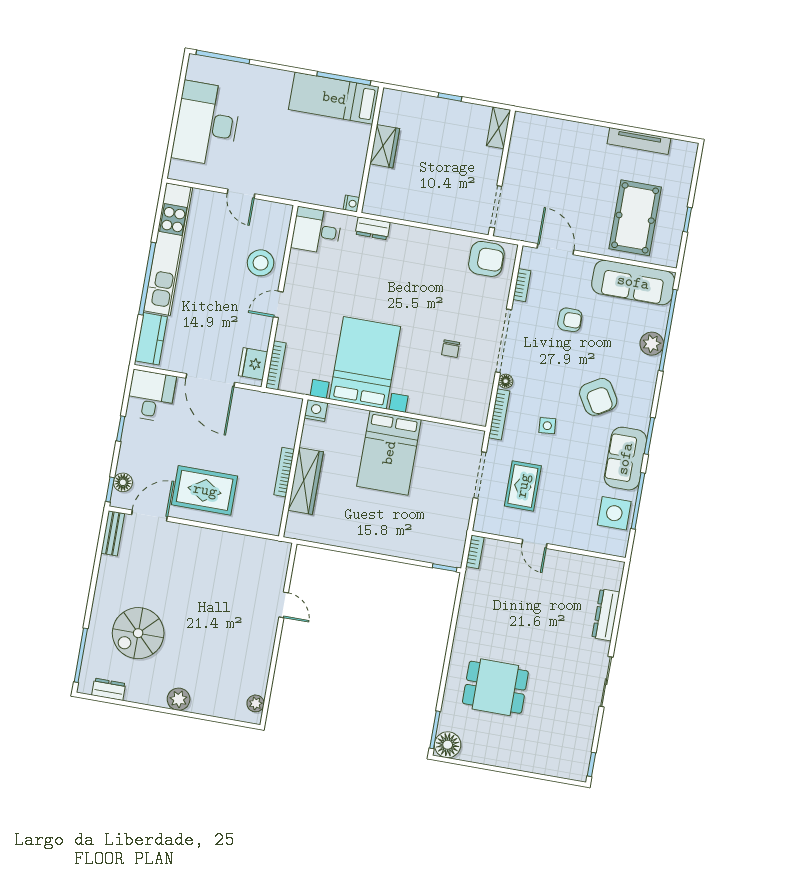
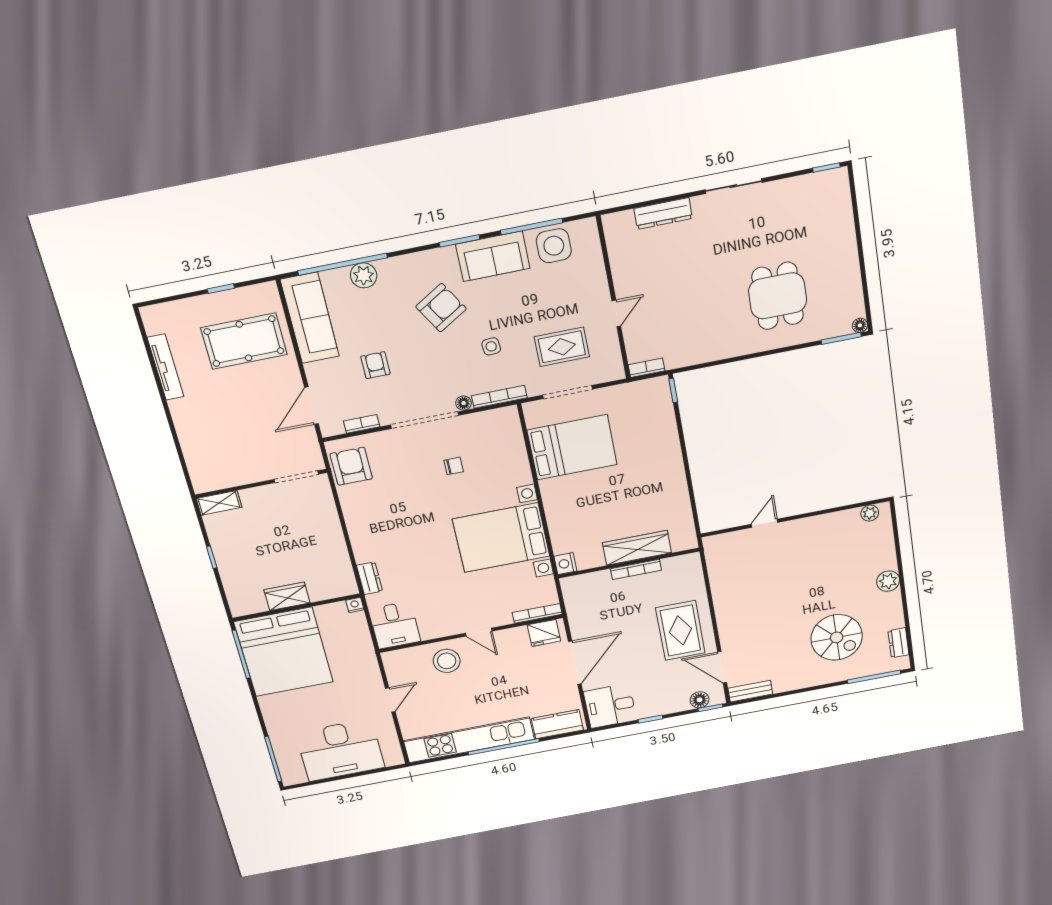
bed: (334, 98) -> (284, 652), width x2.04
bed: (389, 453) -> (572, 447), moved
floor lamp: (448, 745) -> (860, 325), width x0.53, depth x0.53

